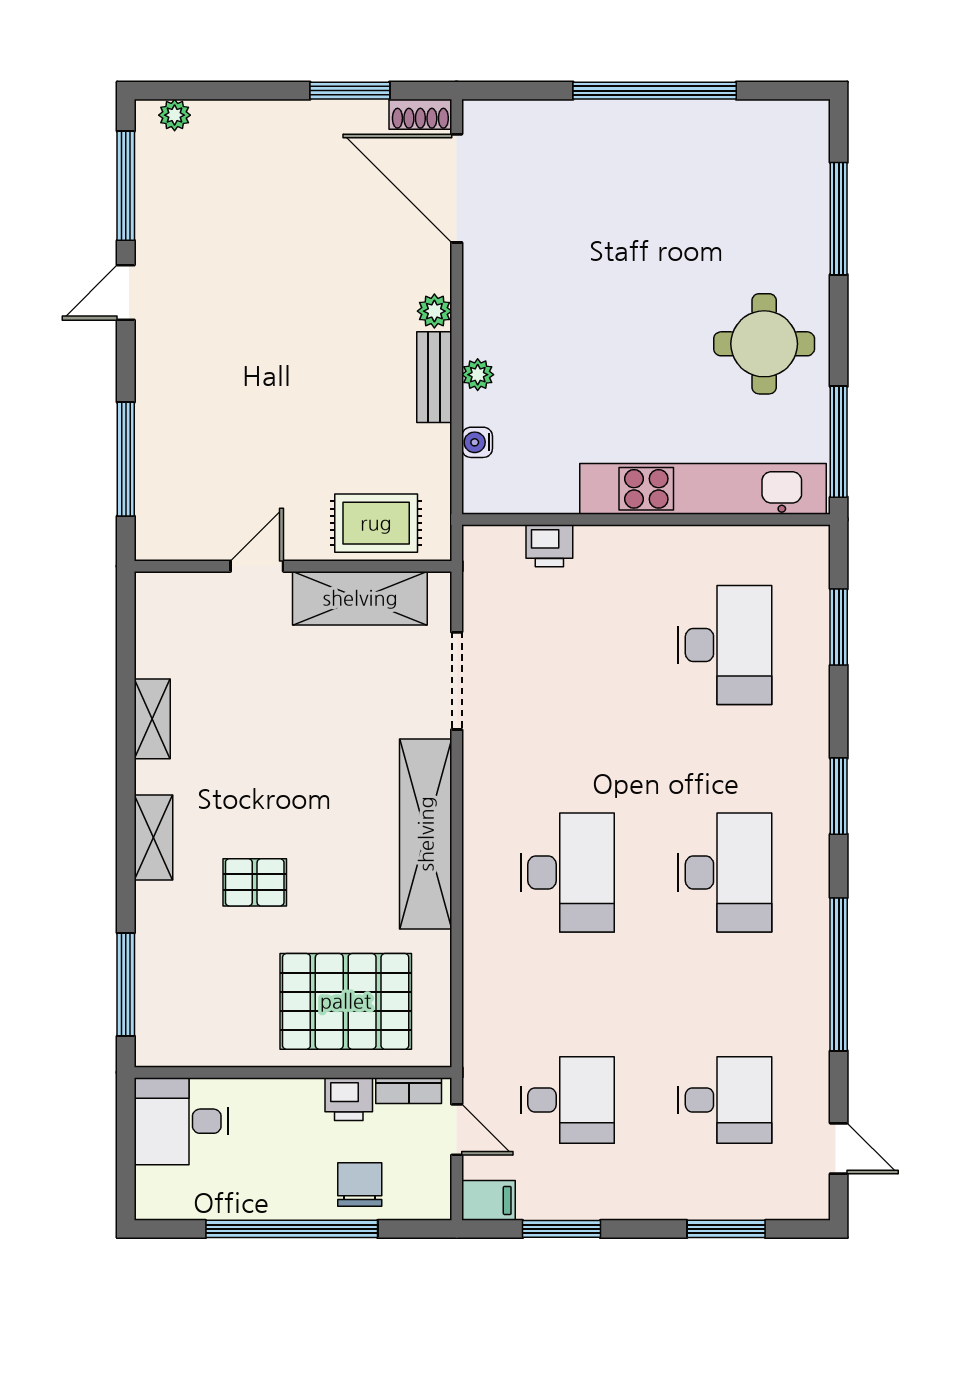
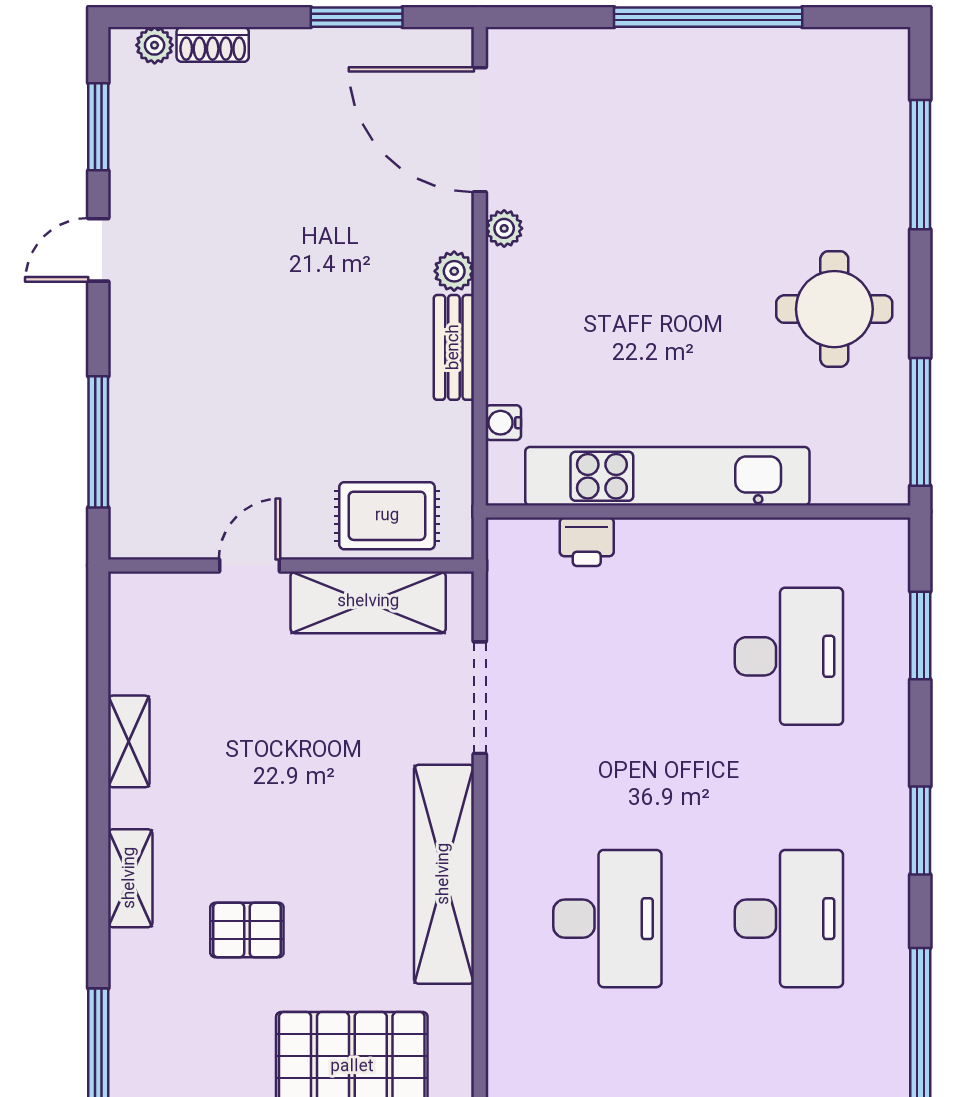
shoe rack: (420, 114) -> (213, 44), moved
window: (126, 186) -> (98, 127), width x0.69
plant: (478, 375) -> (504, 228), moved
kitchen unit: (703, 489) -> (667, 476), moved

